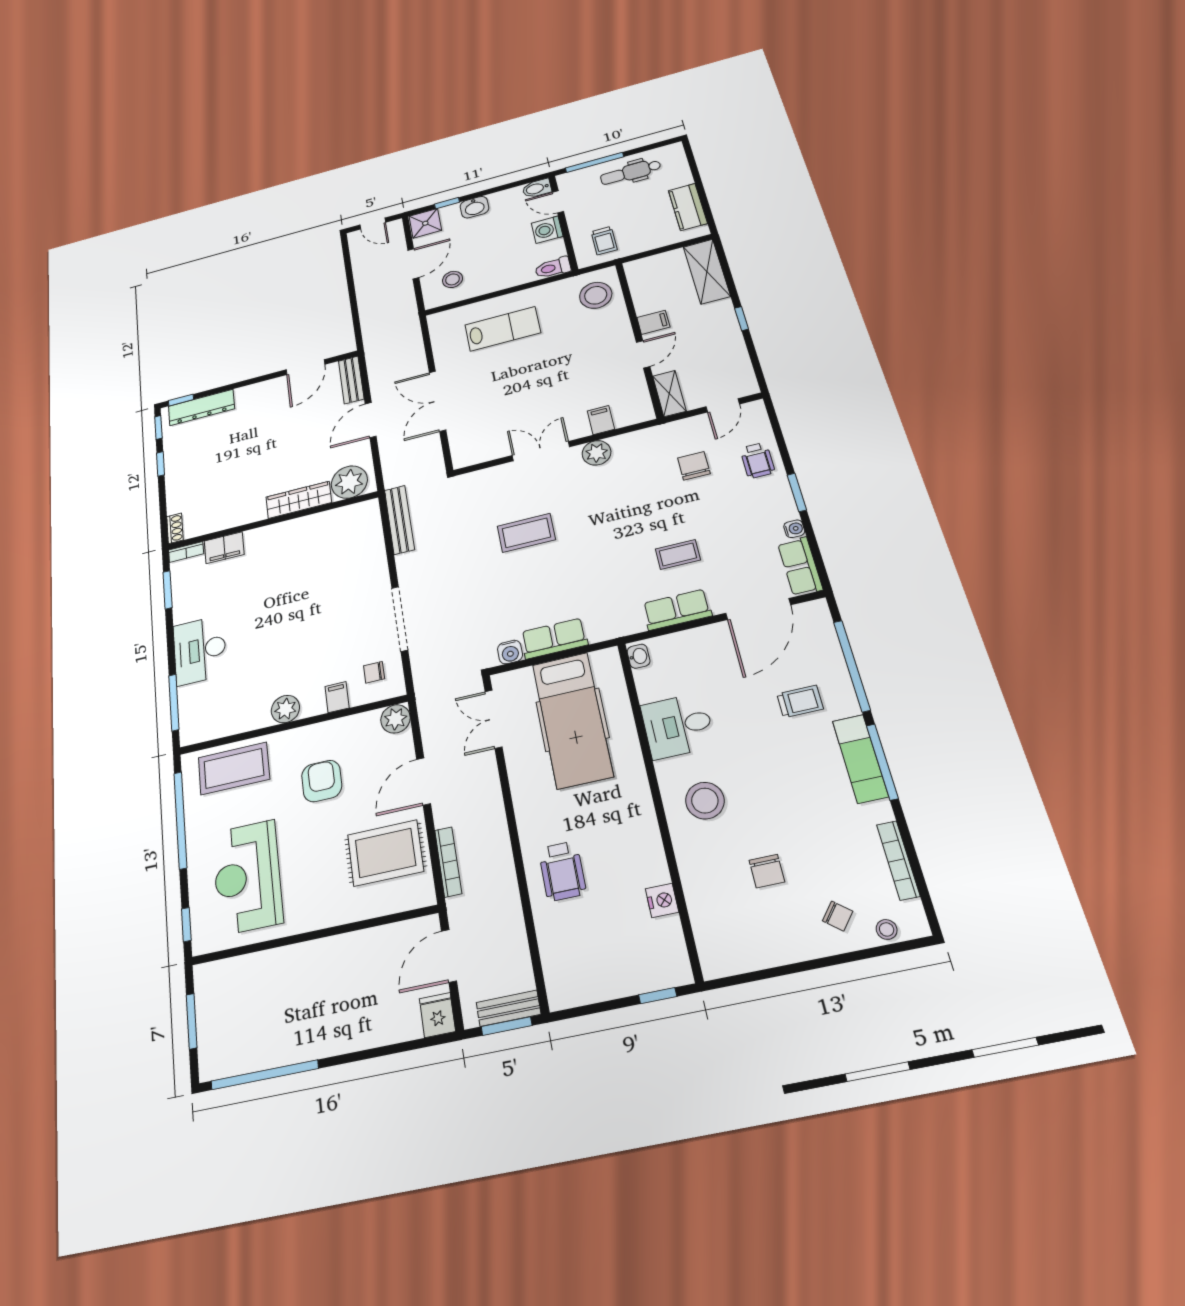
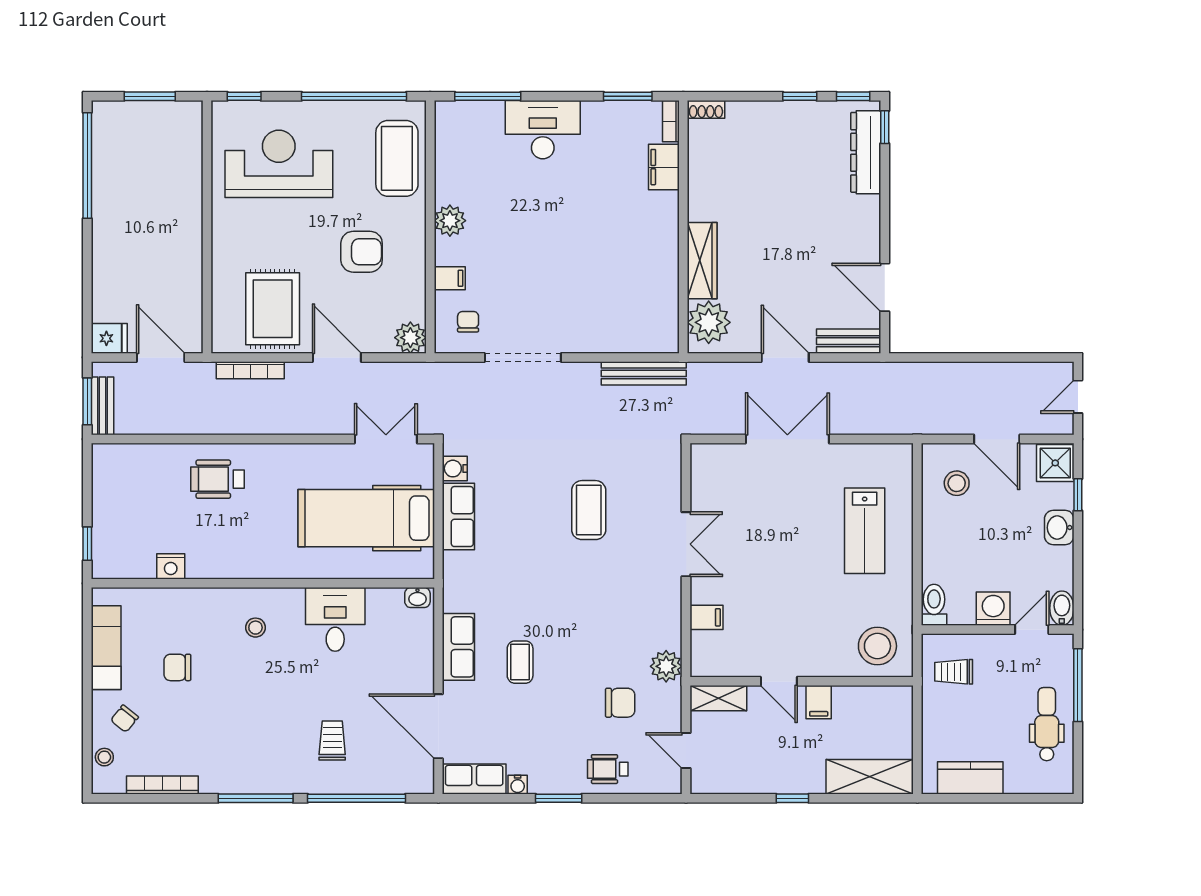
plant: (597, 453) -> (666, 666), moved
trolley: (800, 701) -> (332, 741), turned 180
exam couch: (860, 759) -> (106, 648), moved, turned 90
stool: (705, 801) -> (255, 628), width x0.53, depth x0.53

